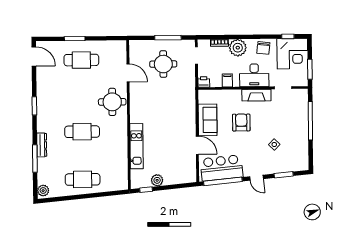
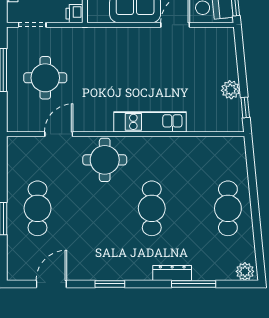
door: (34, 56) -> (51, 284), moved
kitchen unit: (136, 146) -> (150, 122), moved

